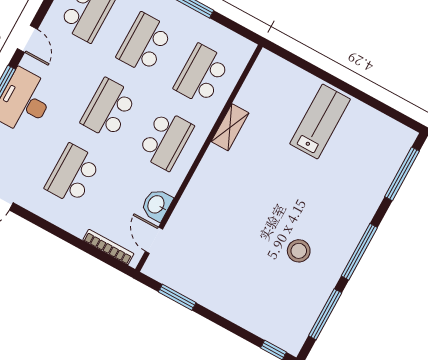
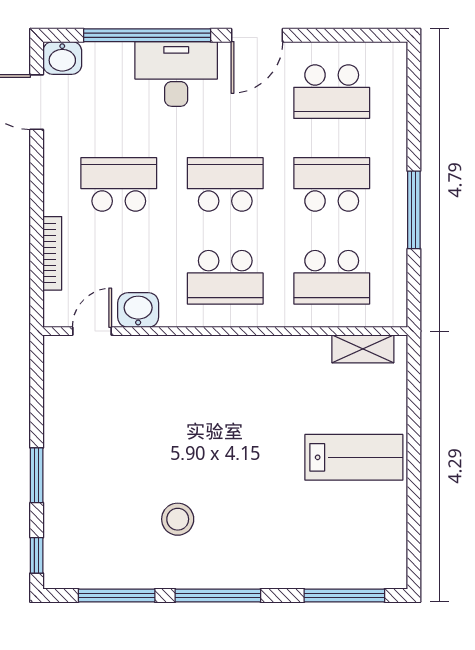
door: (27, 39) -> (257, 35), width x1.38
school desk: (202, 74) -> (332, 277), turned 180
shelving: (230, 127) -> (363, 349), moved
bookcase: (108, 247) -> (52, 253), moved
window: (177, 297) -> (37, 475), moved

